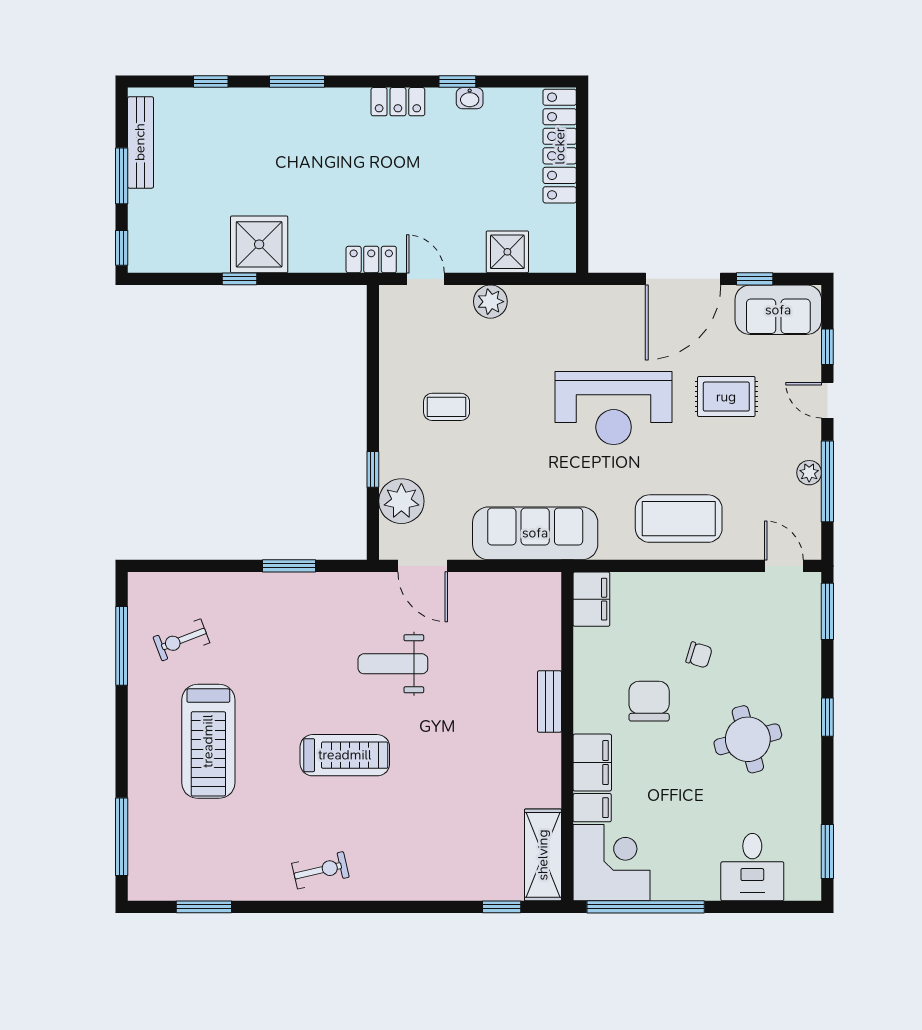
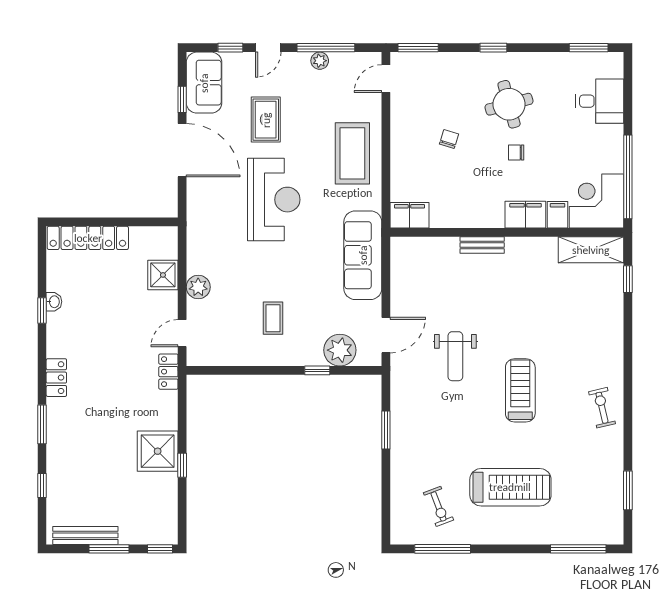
locker: (398, 102) -> (56, 378), moved
chair: (649, 701) -> (516, 153), moved, width x0.54, depth x0.54

